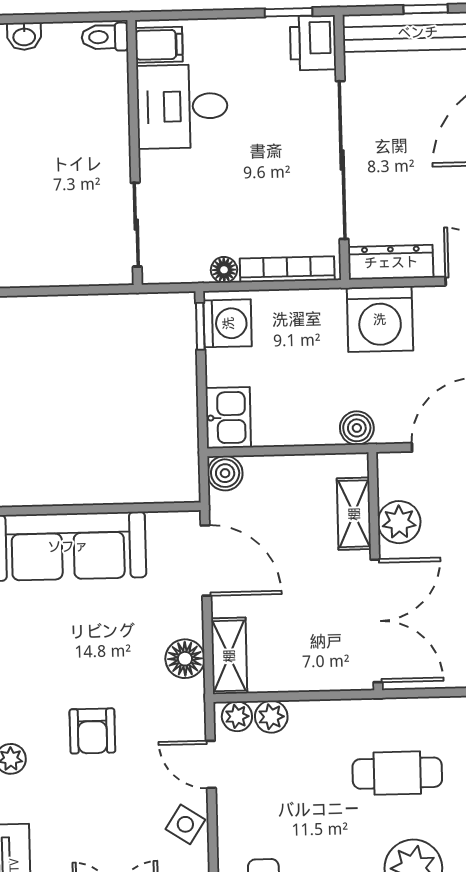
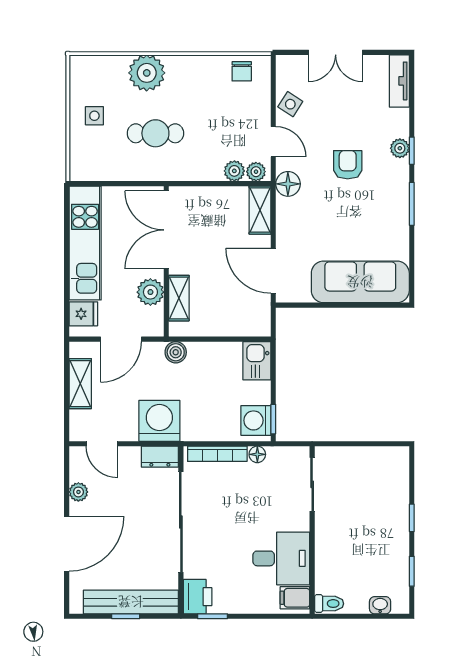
dresser: (391, 262) -> (160, 457), width x0.70
boiler: (225, 473) -> (260, 326), removed
floor lamp: (185, 659) -> (288, 184), moved

